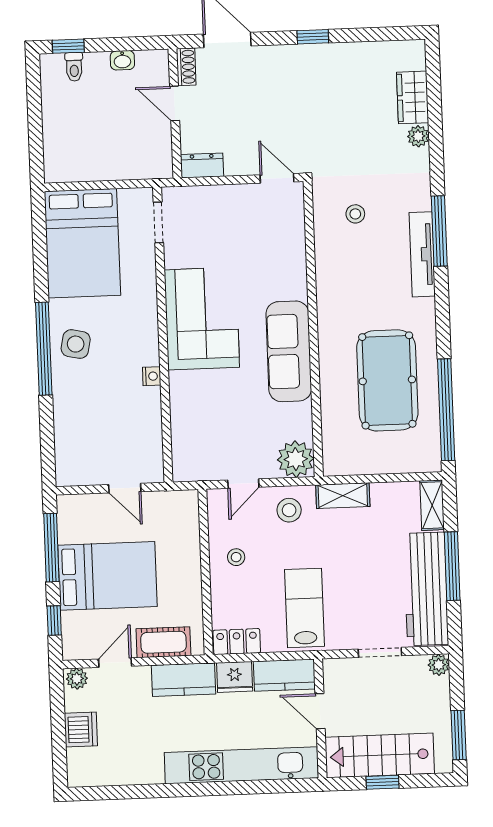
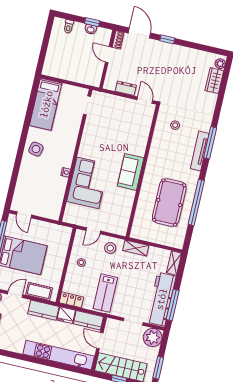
window: (313, 37) -> (167, 39), moved
window: (68, 46) -> (92, 22), moved
plant: (418, 136) -> (220, 64), moved
dresser: (202, 166) -> (126, 88), moved
bed: (82, 243) -> (46, 104), width x0.67
corner sofa: (202, 319) -> (88, 183), moved
window: (44, 349) -> (21, 147), removed
sofa: (289, 351) -> (131, 172), width x0.73
window: (446, 410) -> (196, 202), moved
plant: (296, 459) -> (119, 226), removed
door: (125, 488) -> (24, 215), moved
window: (452, 566) -> (173, 305), moved
lab bench: (305, 608) -> (105, 293), turned 180
plant: (439, 665) -> (153, 337), width x1.87, depth x1.87

